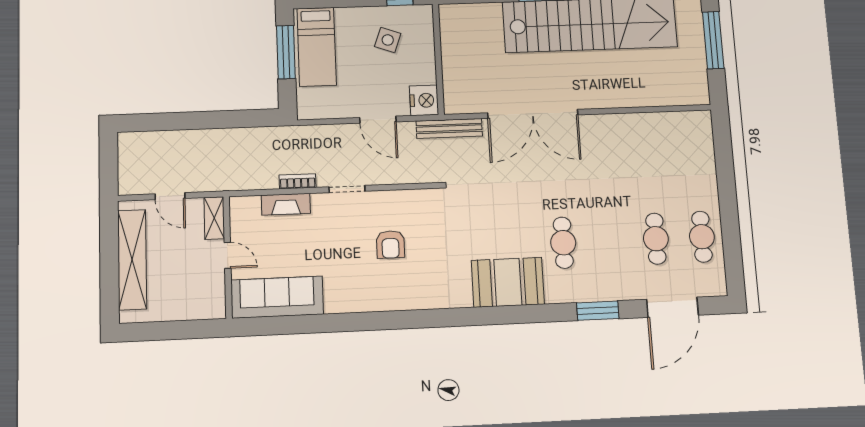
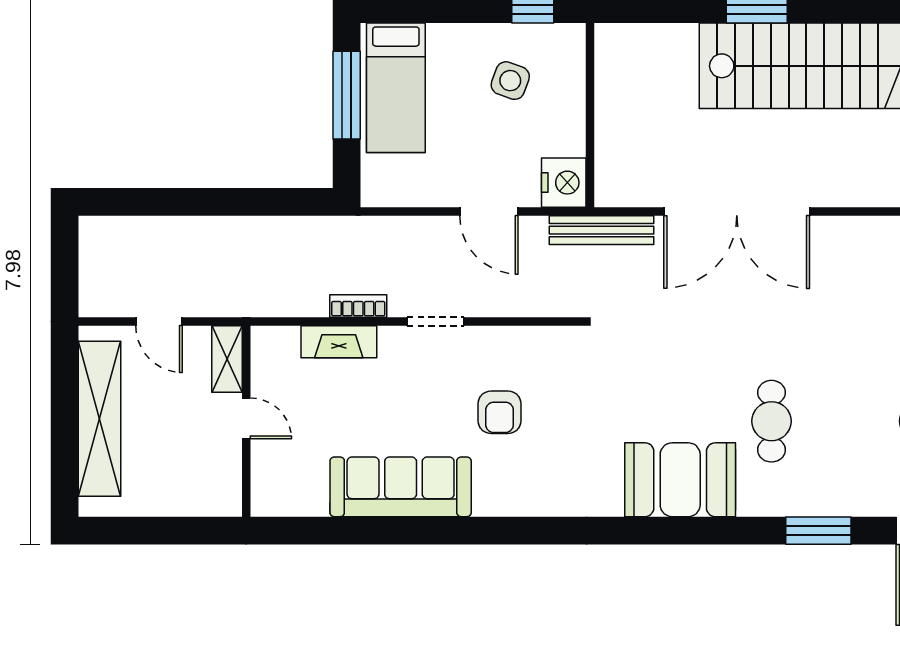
sofa: (277, 297) -> (401, 487), moved

